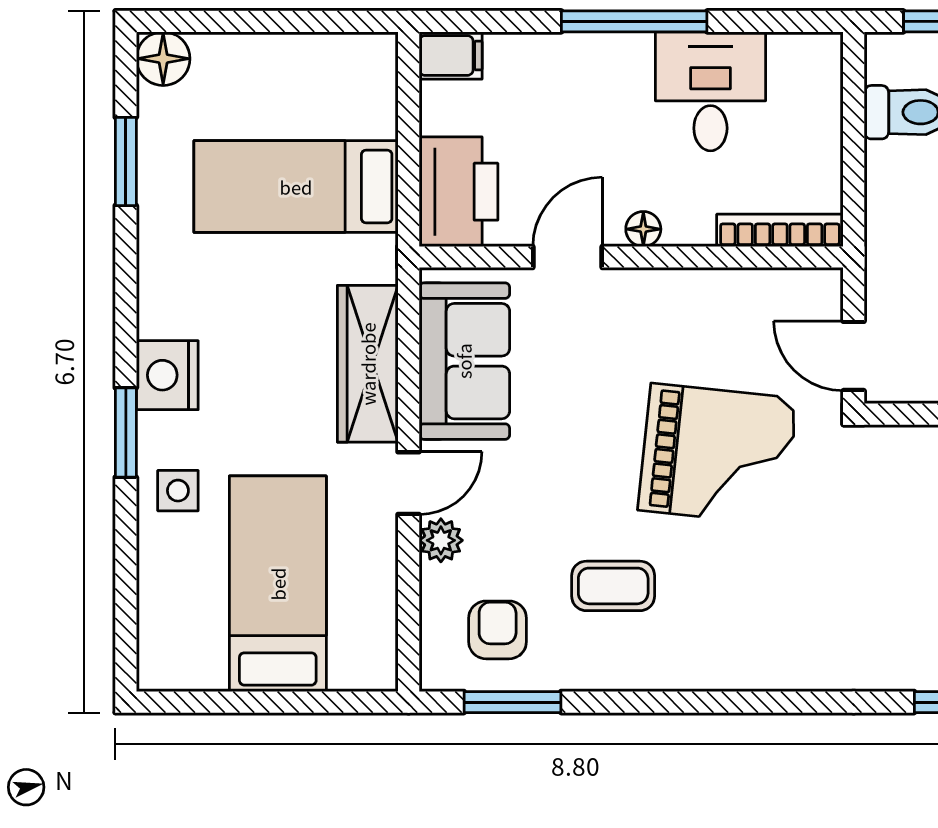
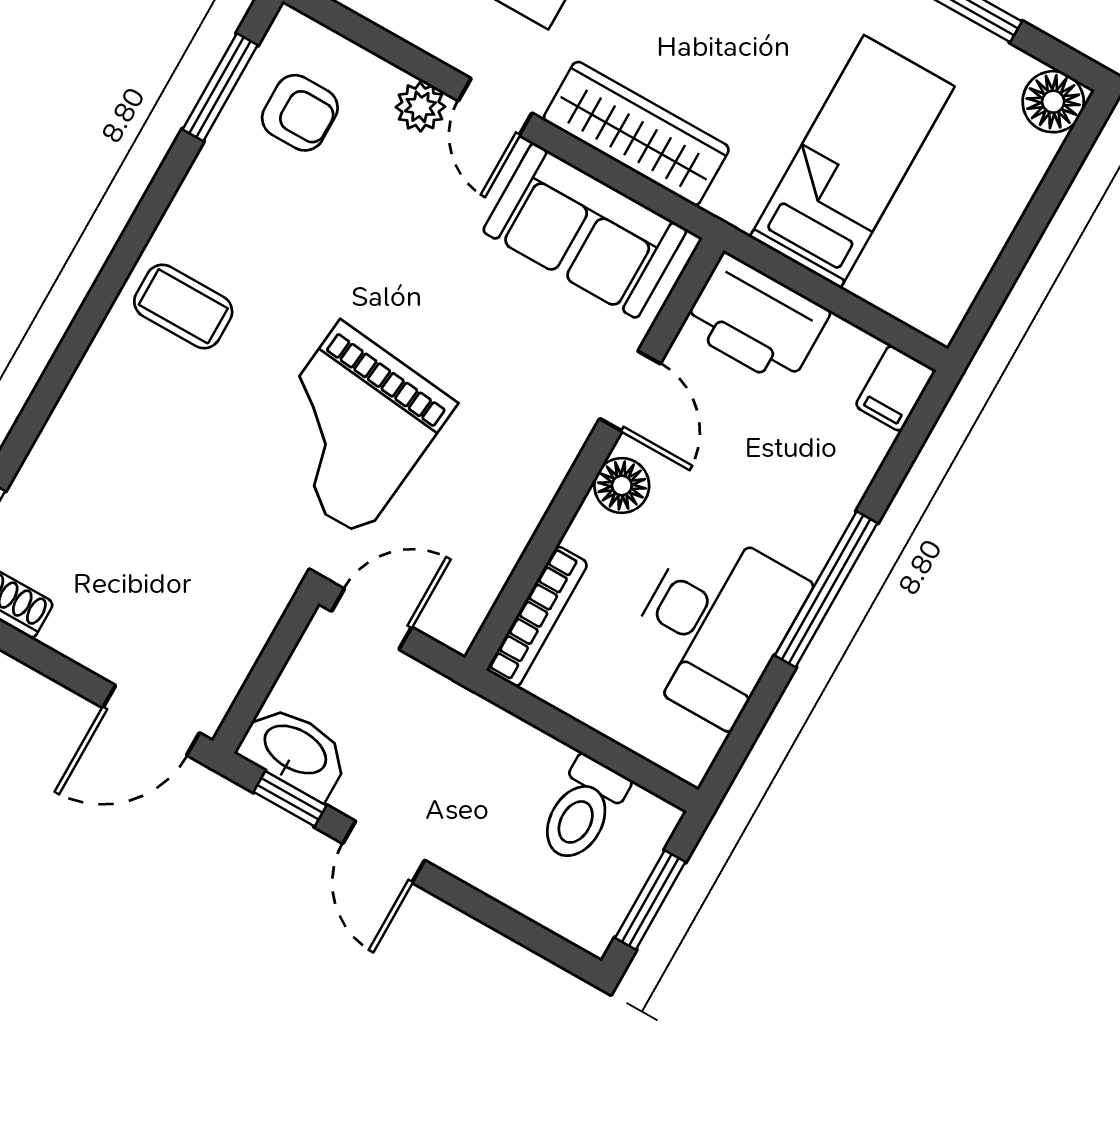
desk: (710, 91) -> (714, 626), width x1.37
floor lamp: (643, 229) -> (622, 485), width x1.37, depth x1.37
coffee table: (613, 586) -> (183, 306), moved, turned 90

